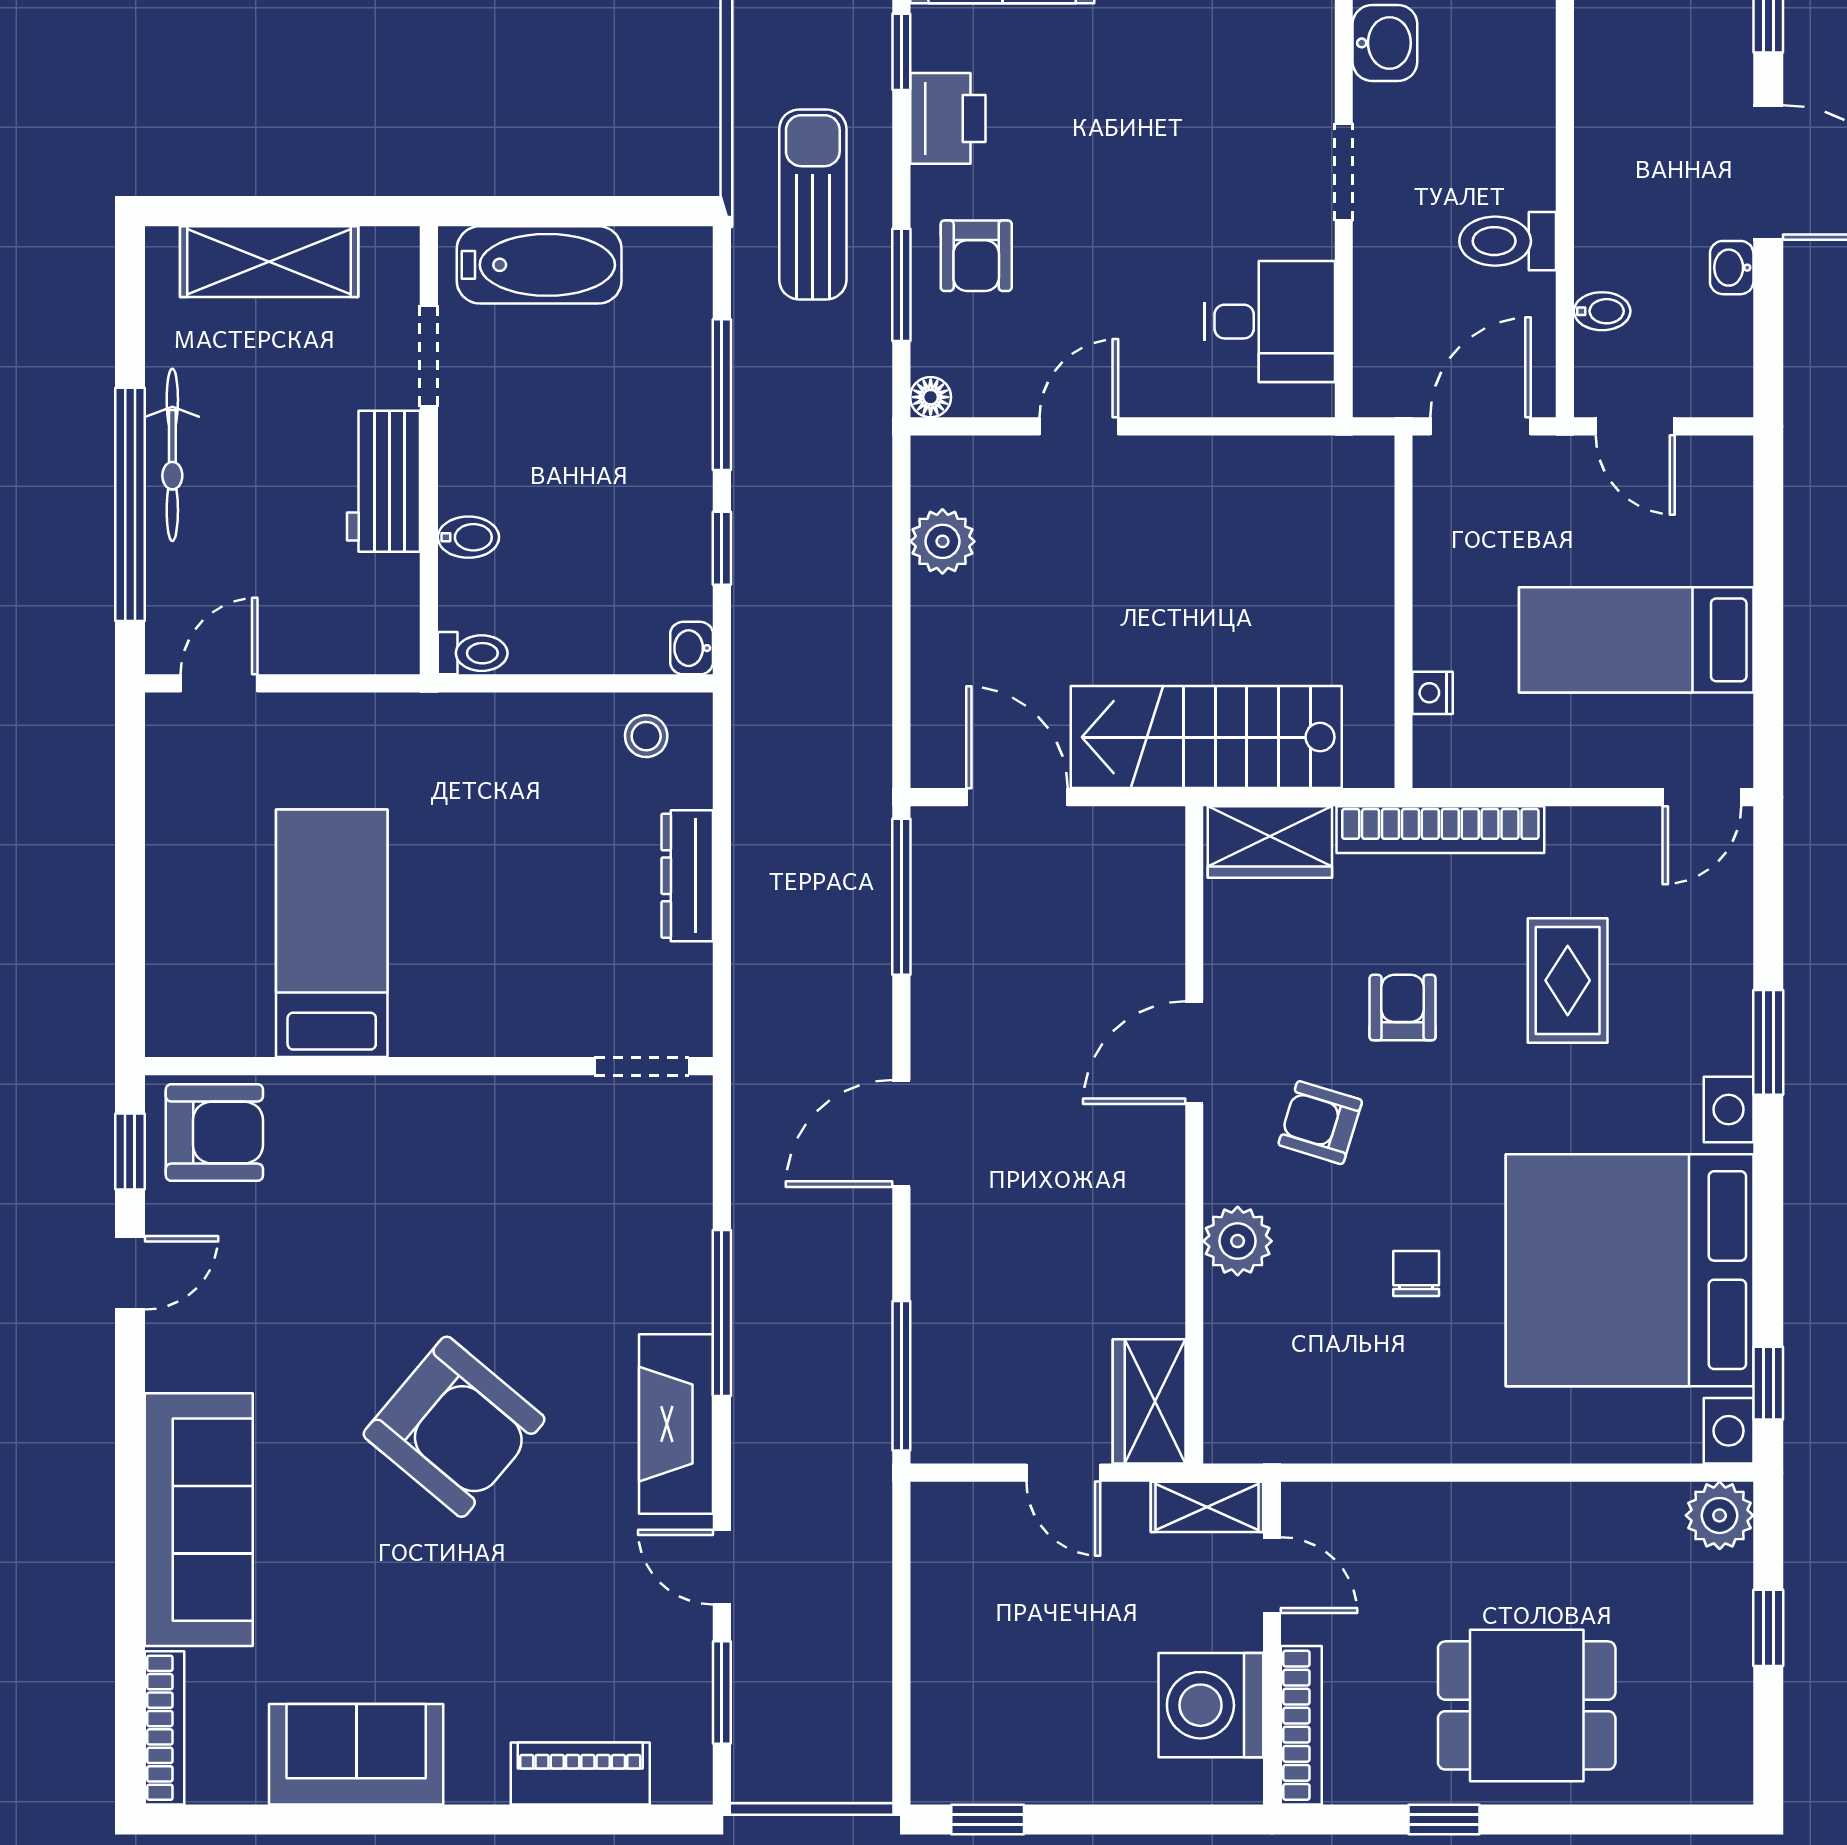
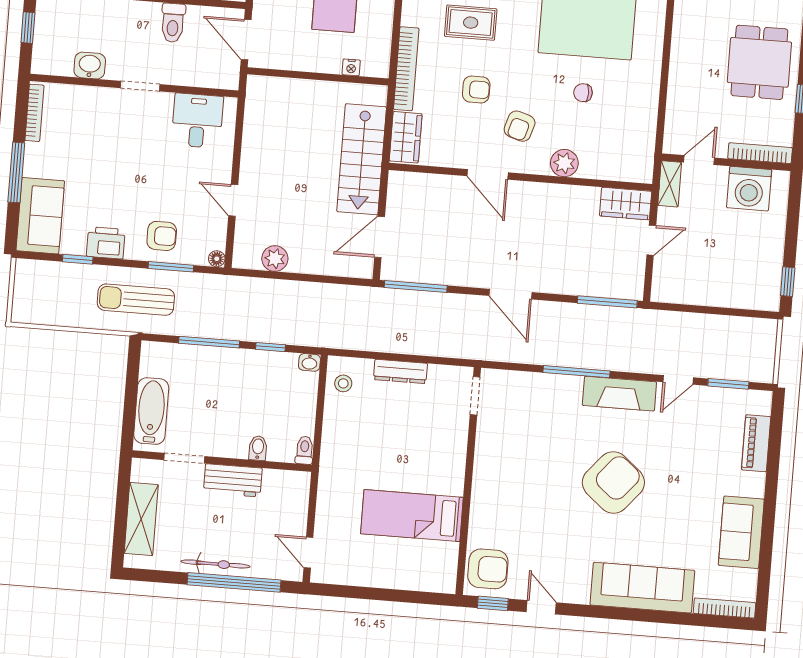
armchair: (1403, 1008) -> (476, 90), turned 180
armchair: (214, 1133) -> (488, 569), turned 90

